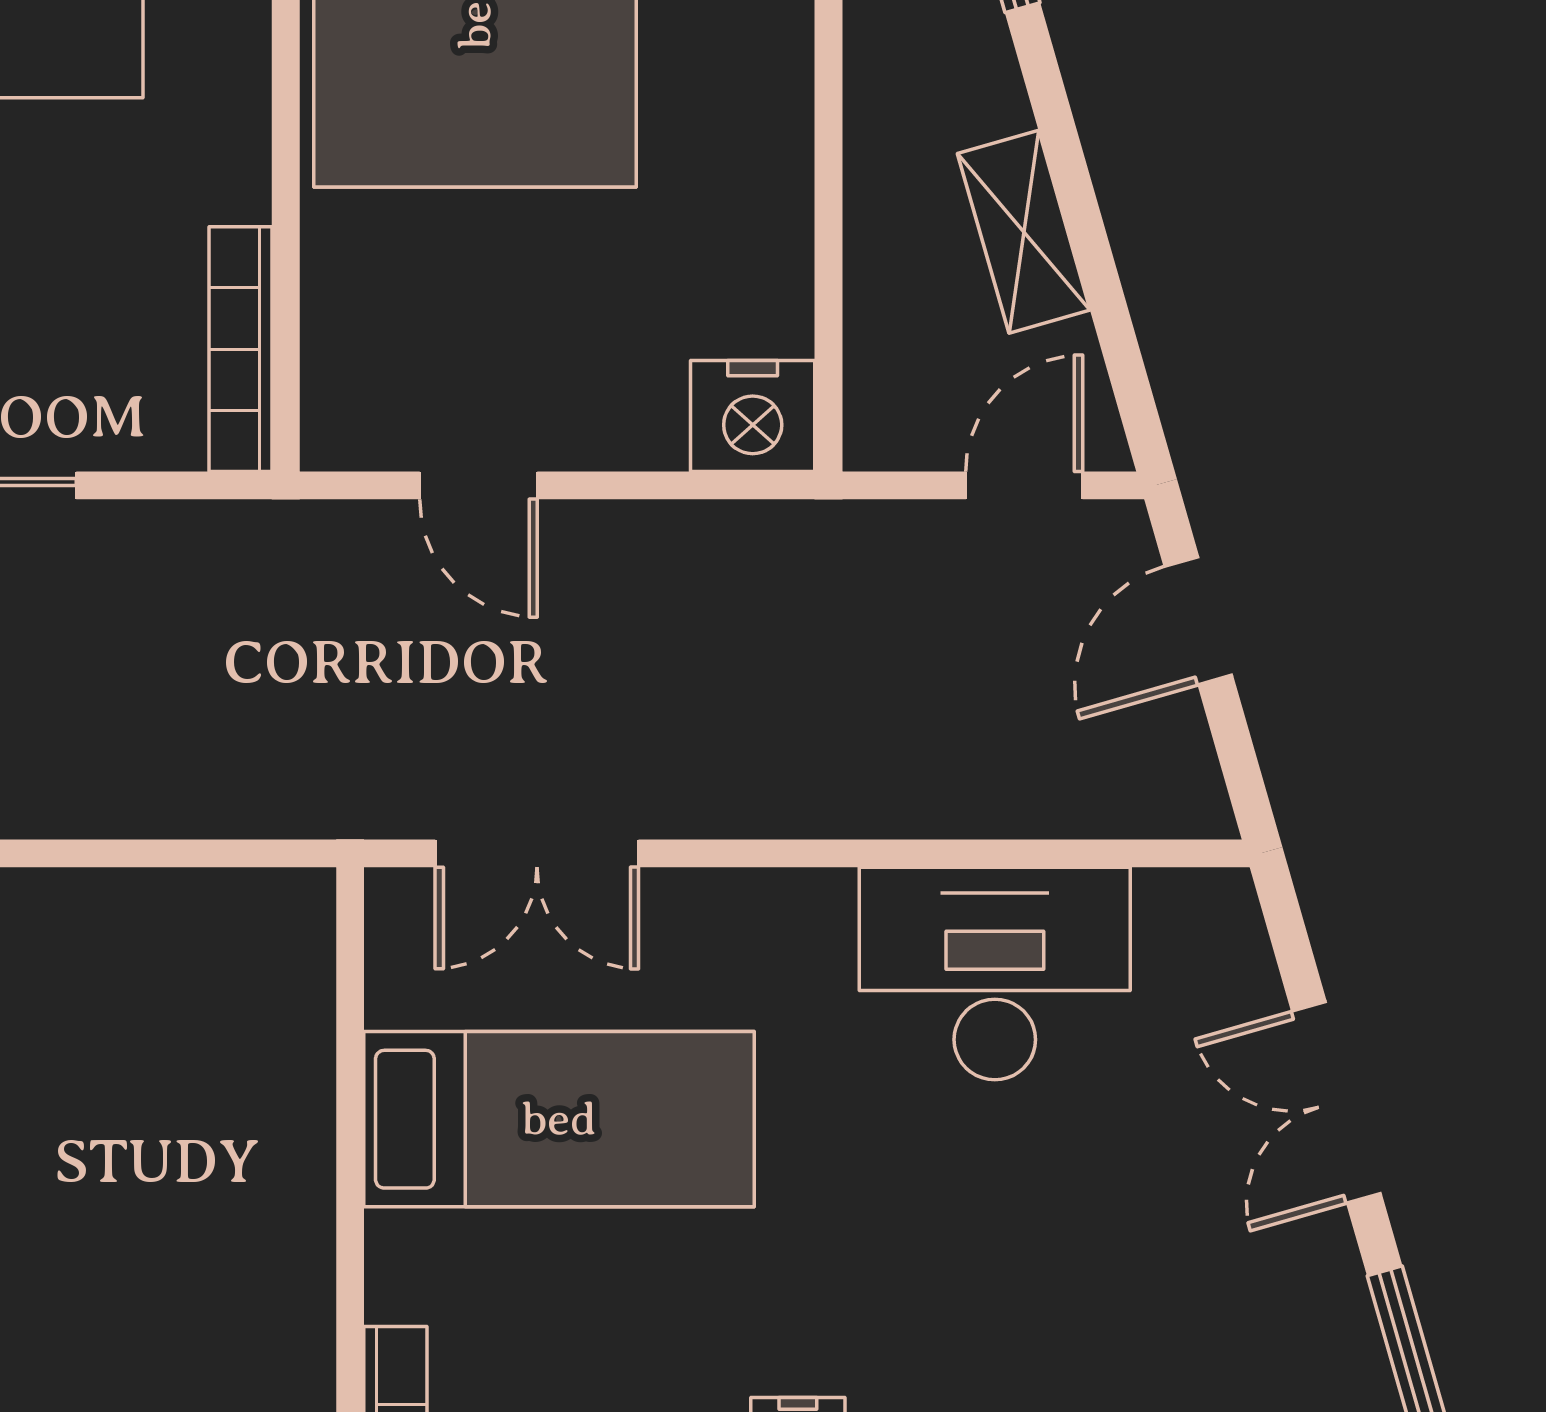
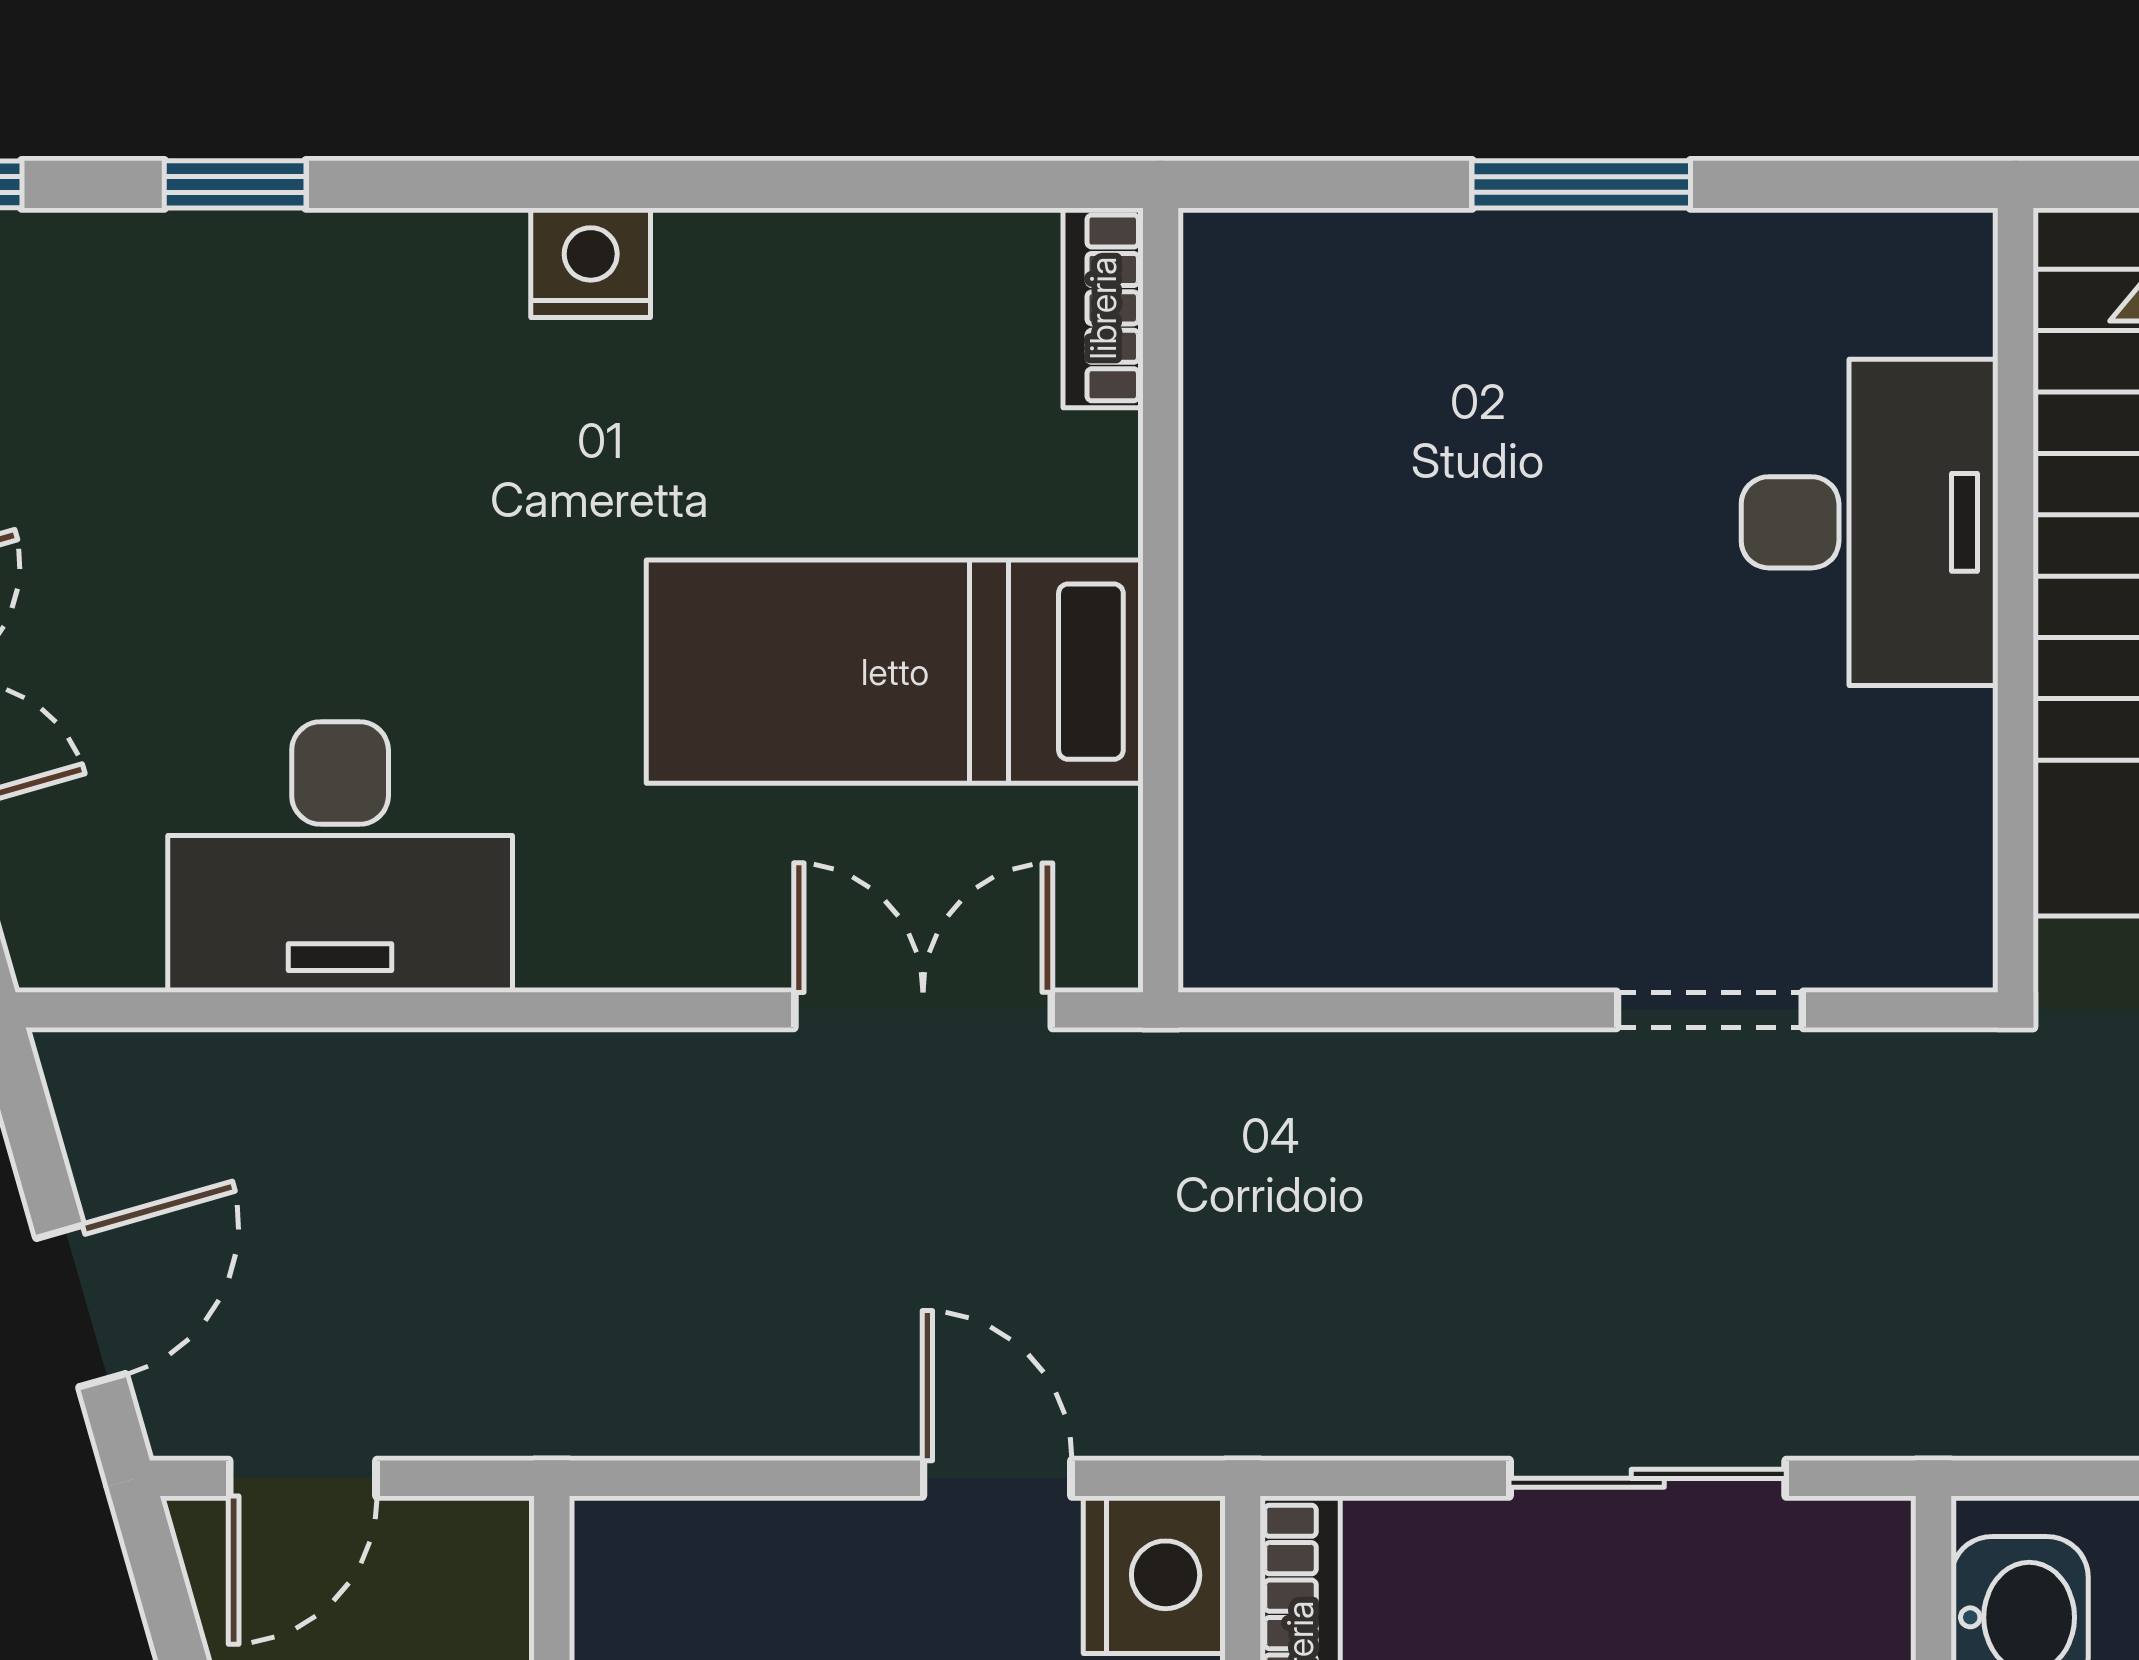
nightstand: (753, 416) -> (1154, 1575), moved, turned 90

